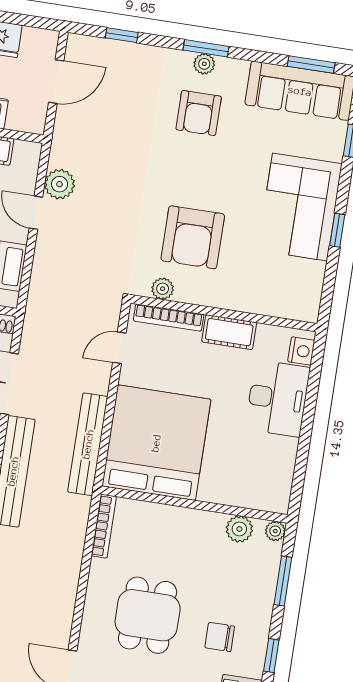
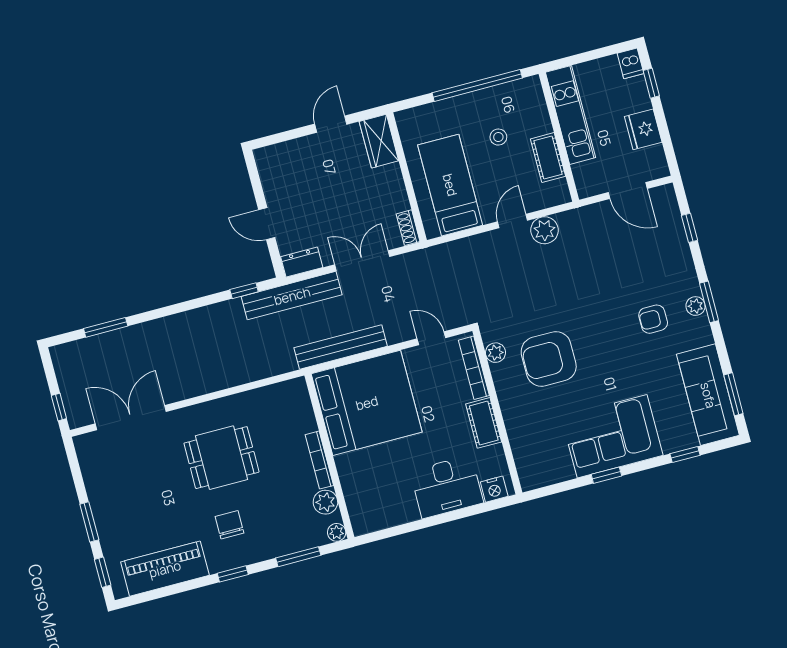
armchair: (199, 113) -> (653, 319), width x0.72, depth x0.72
bookcase: (104, 526) -> (319, 460), moved, turned 90

